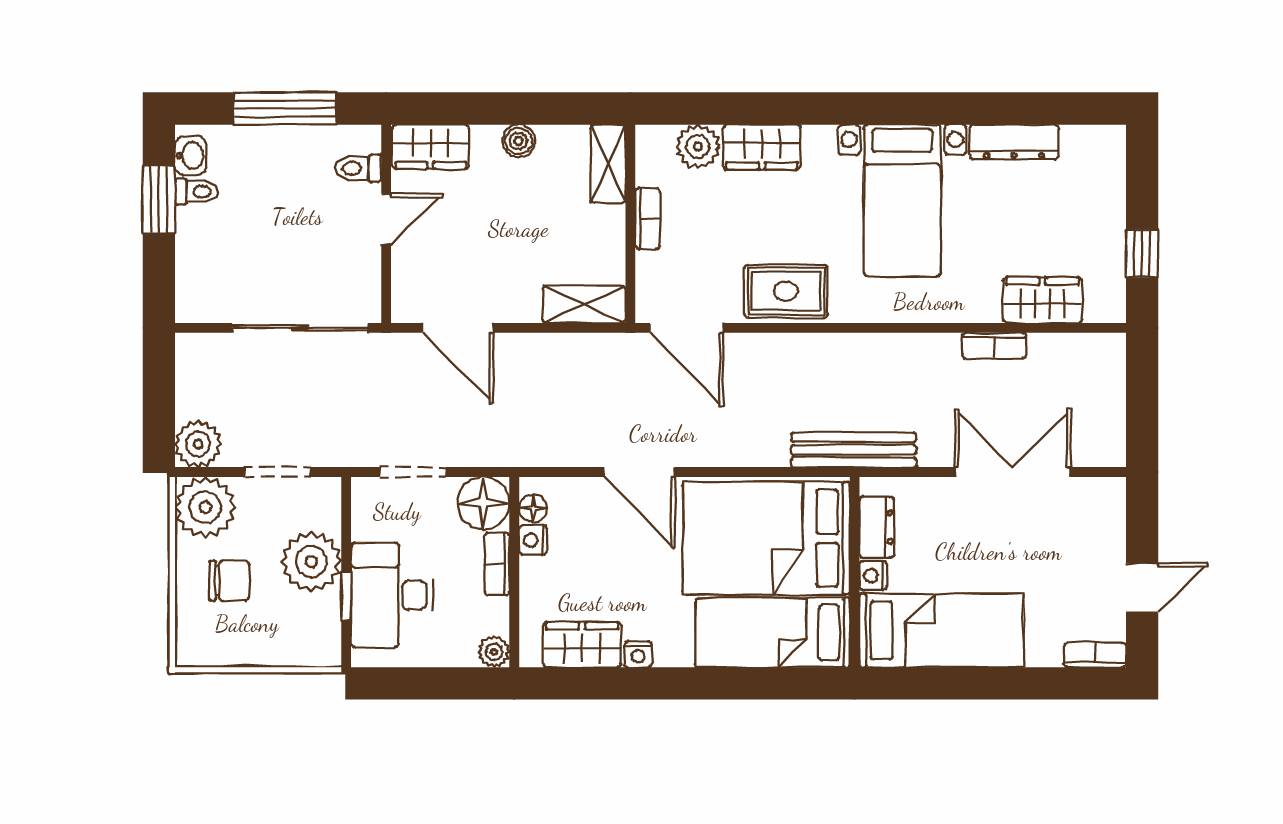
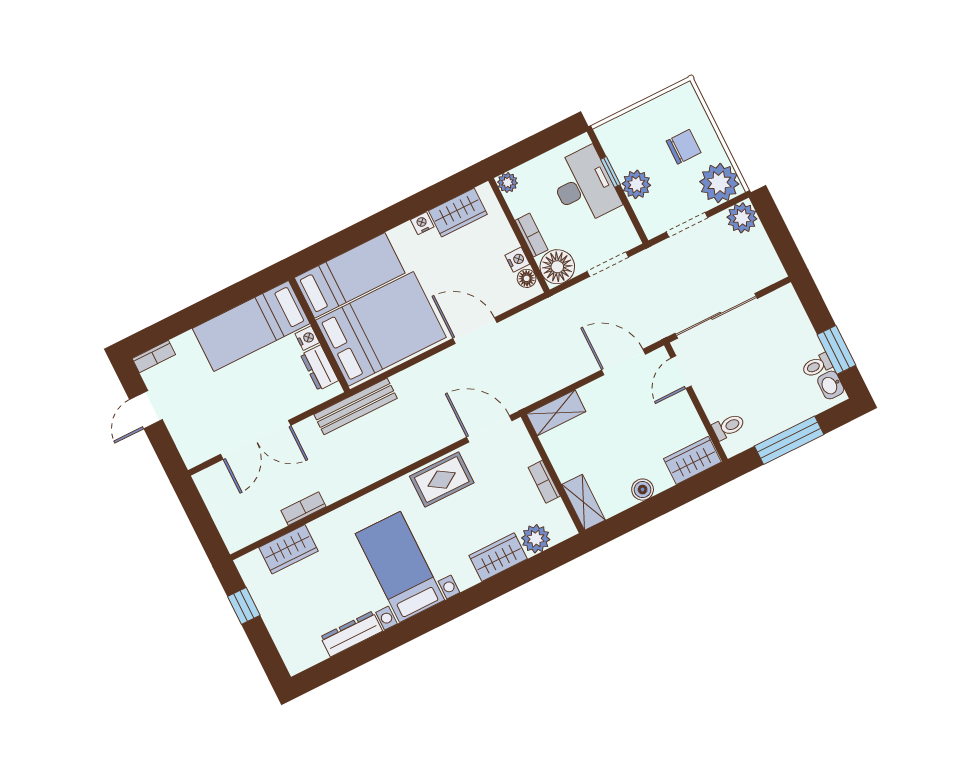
door: (386, 219) -> (681, 372), moved
plant: (311, 562) -> (636, 184), width x0.73, depth x0.73
chair: (229, 581) -> (684, 147), turned 180

